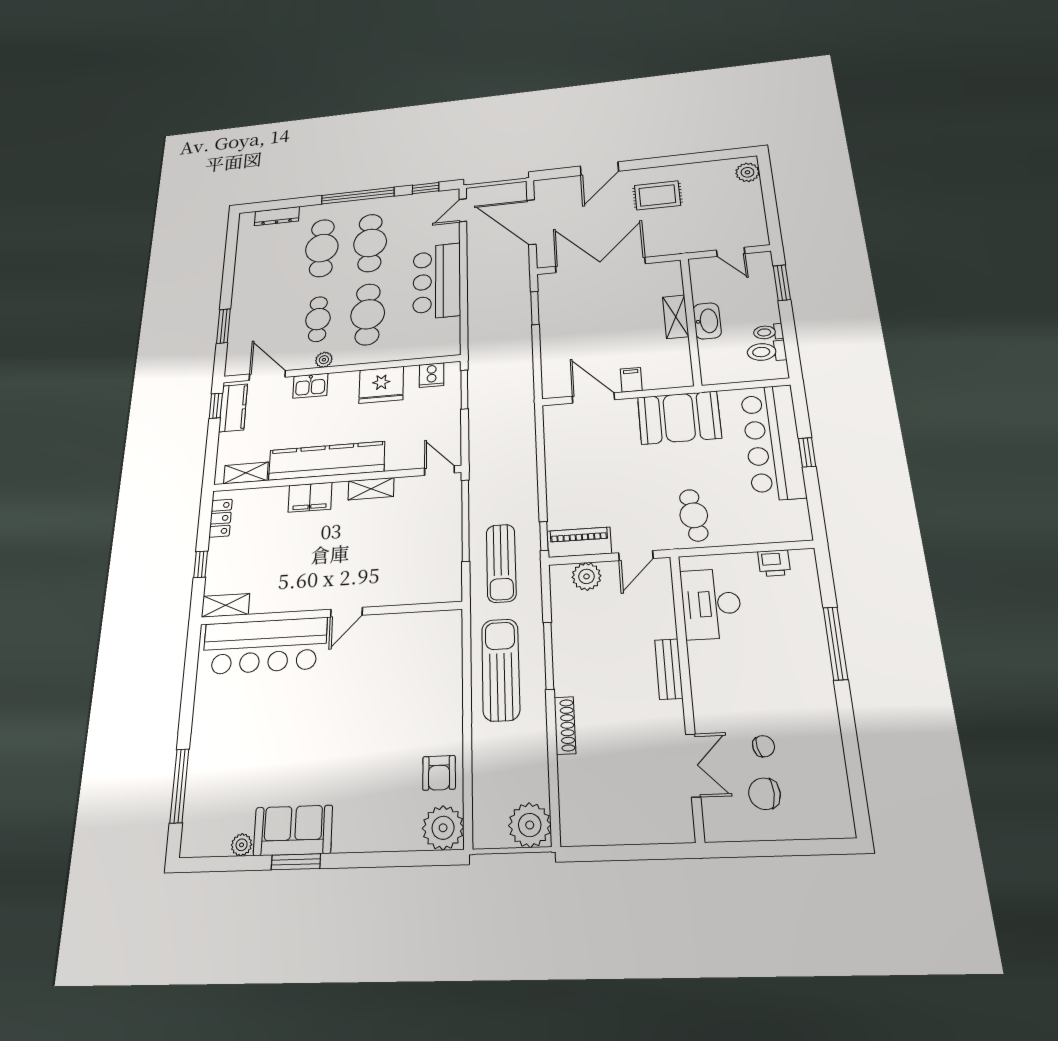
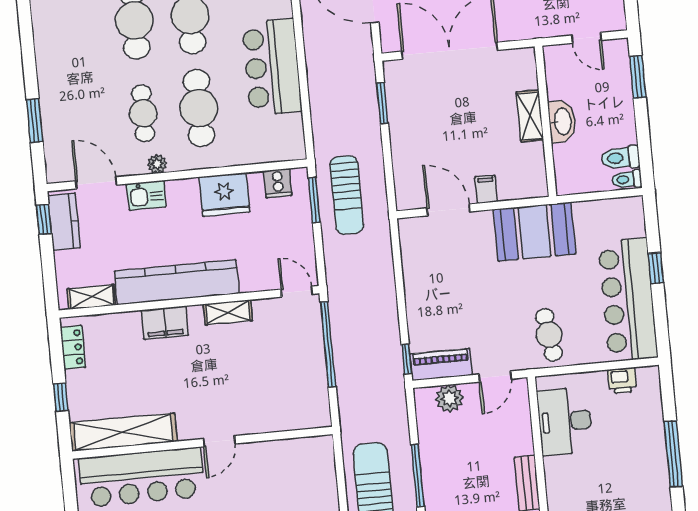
toilet: (768, 332) -> (627, 179), moved
bar counter: (773, 442) -> (628, 300), moved
sun lounger: (501, 563) -> (347, 195), moved
shelving: (226, 605) -> (123, 432), width x2.20, depth x1.33

